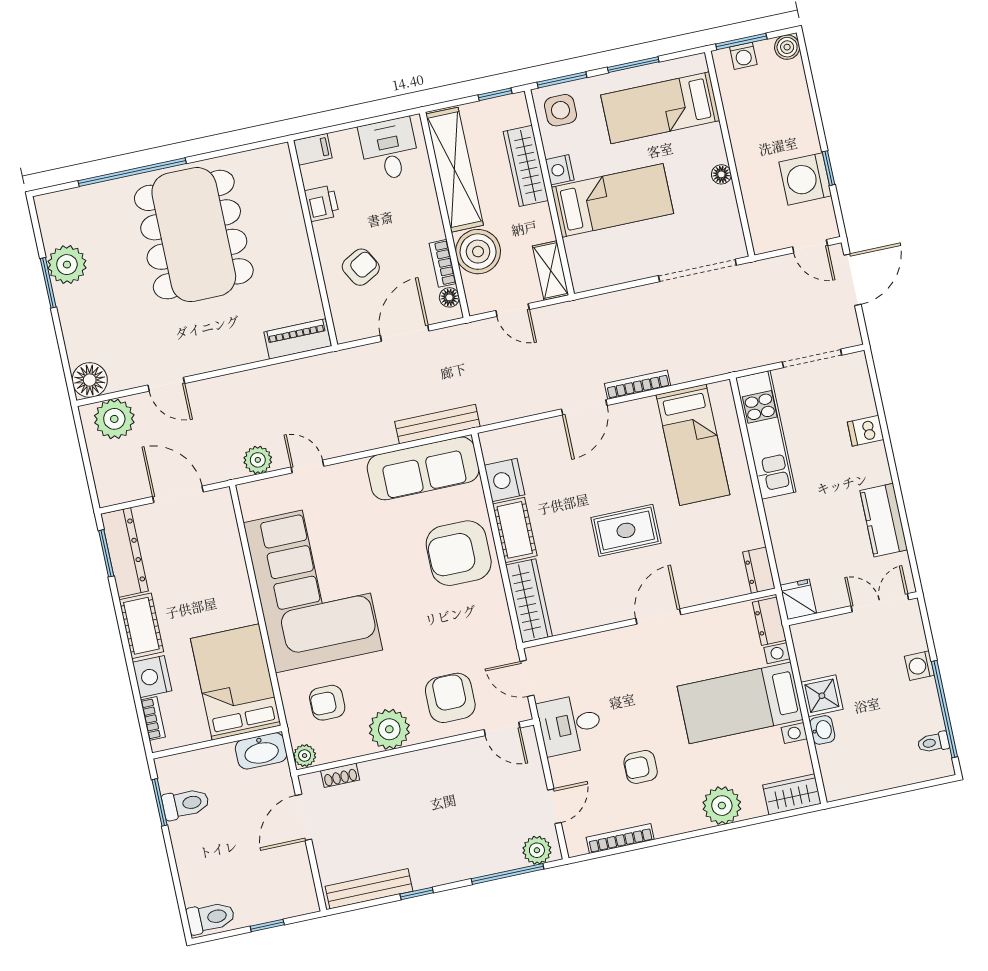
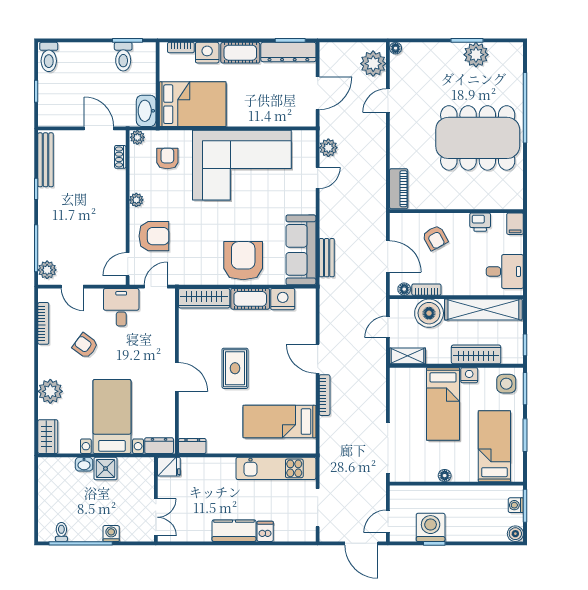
floor lamp: (90, 380) -> (396, 48), width x0.53, depth x0.53
bench: (437, 424) -> (327, 258), width x0.73
kitchen counter: (884, 520) -> (234, 531), moved
plant: (389, 729) -> (136, 200), width x0.53, depth x0.53
armchair: (641, 767) -> (85, 346), turned -54

